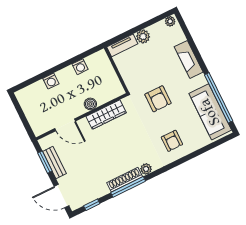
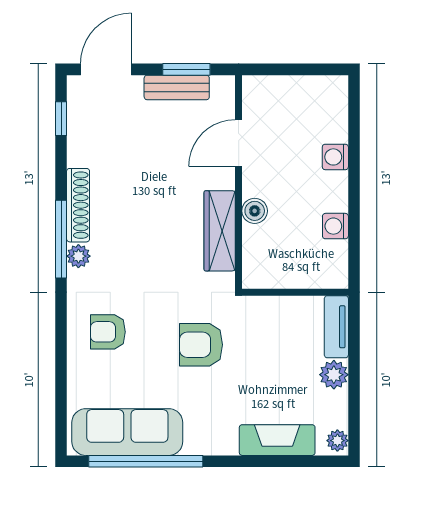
fireplace: (189, 59) -> (277, 440), moved
window: (128, 187) -> (61, 239), moved

